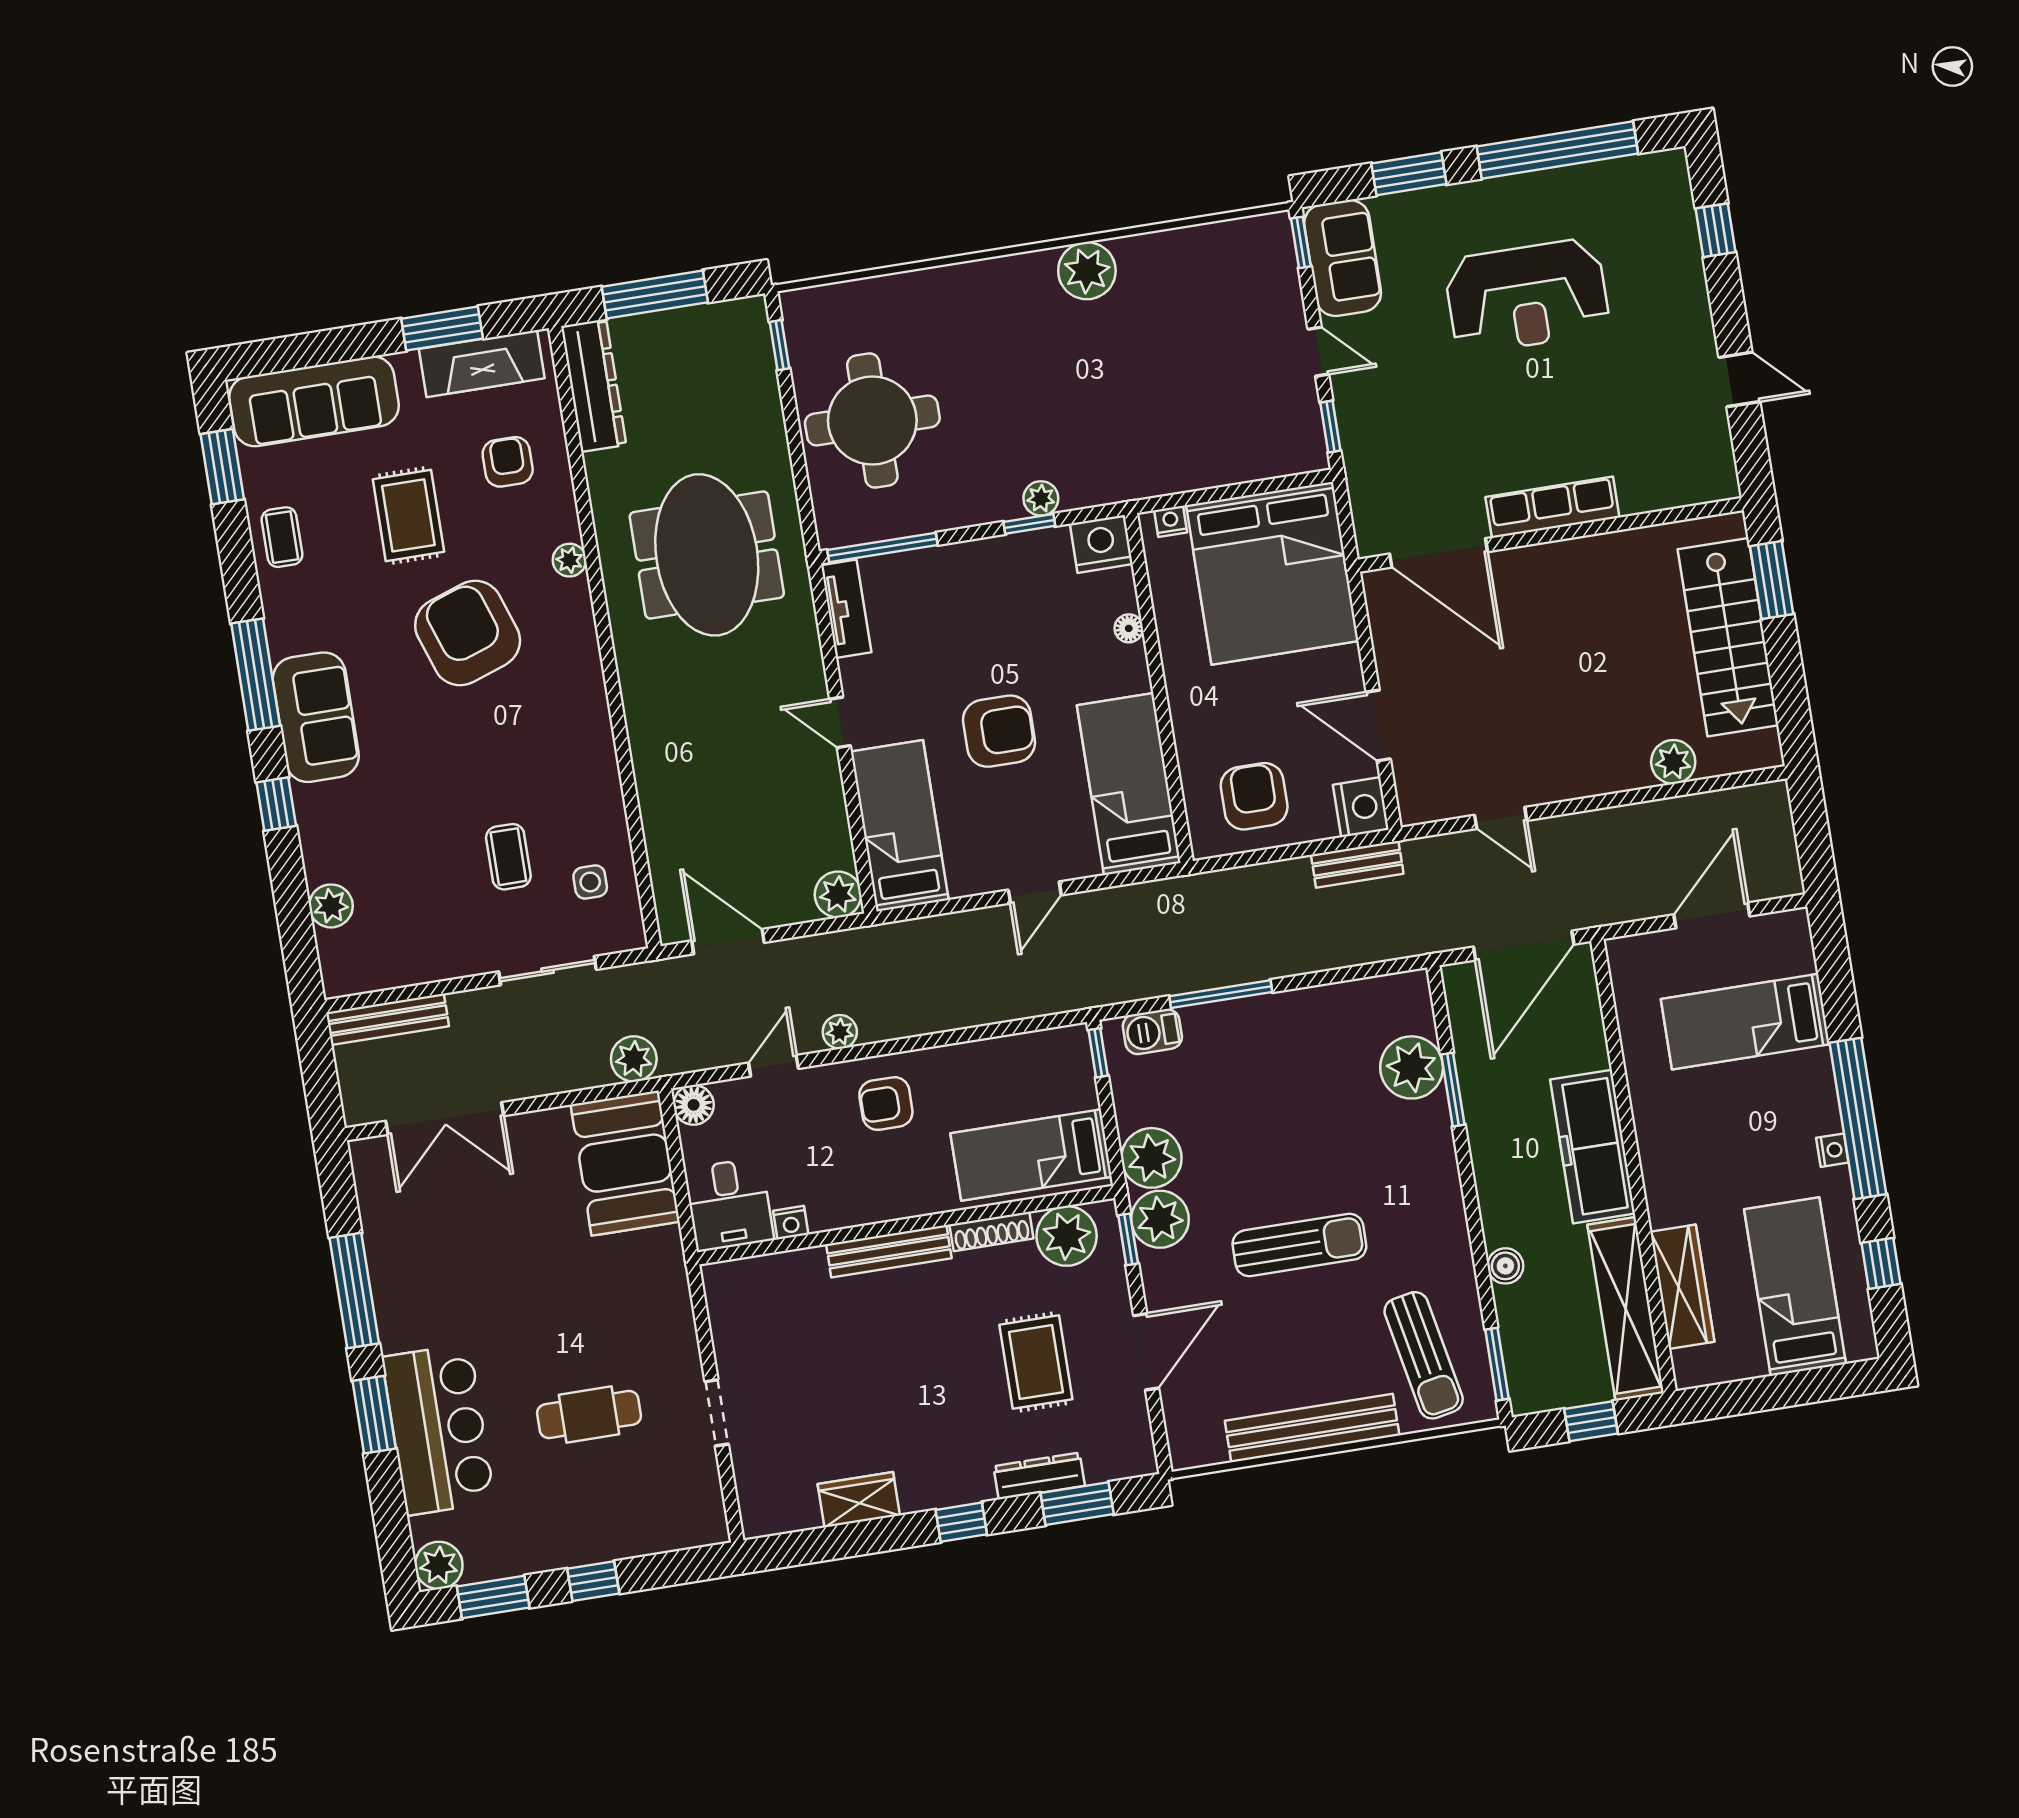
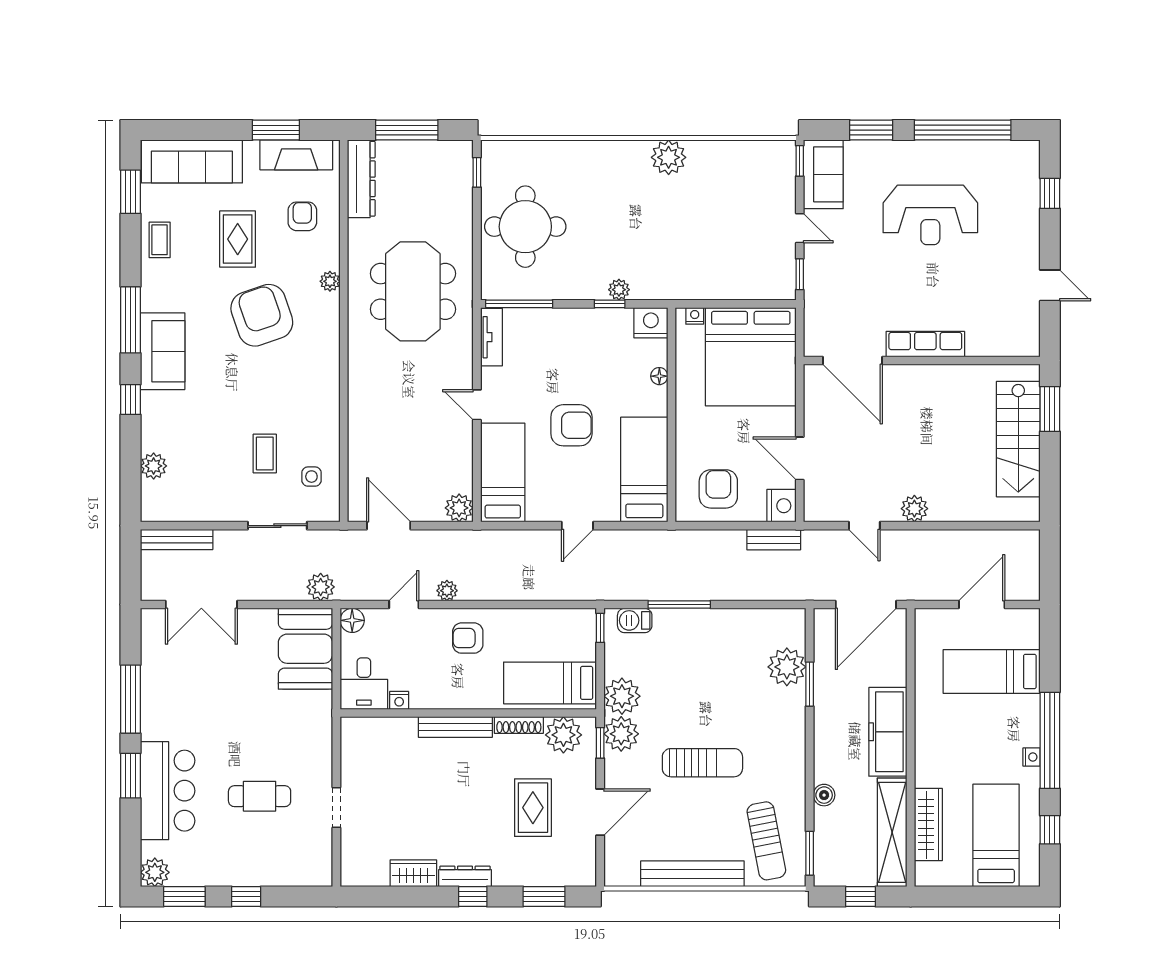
plant: (1673, 762) -> (914, 509), moved
dresser: (1039, 1476) -> (465, 876), moved

